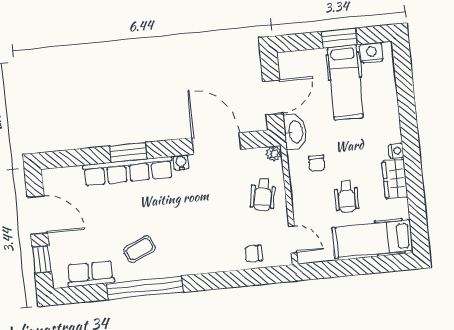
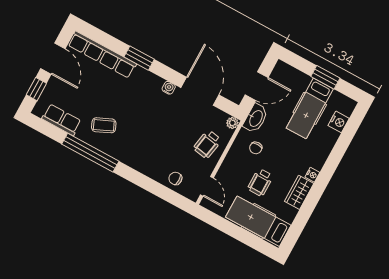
nightstand: (371, 53) -> (339, 122), moved, turned 90
row of seats: (128, 171) -> (102, 55), moved

